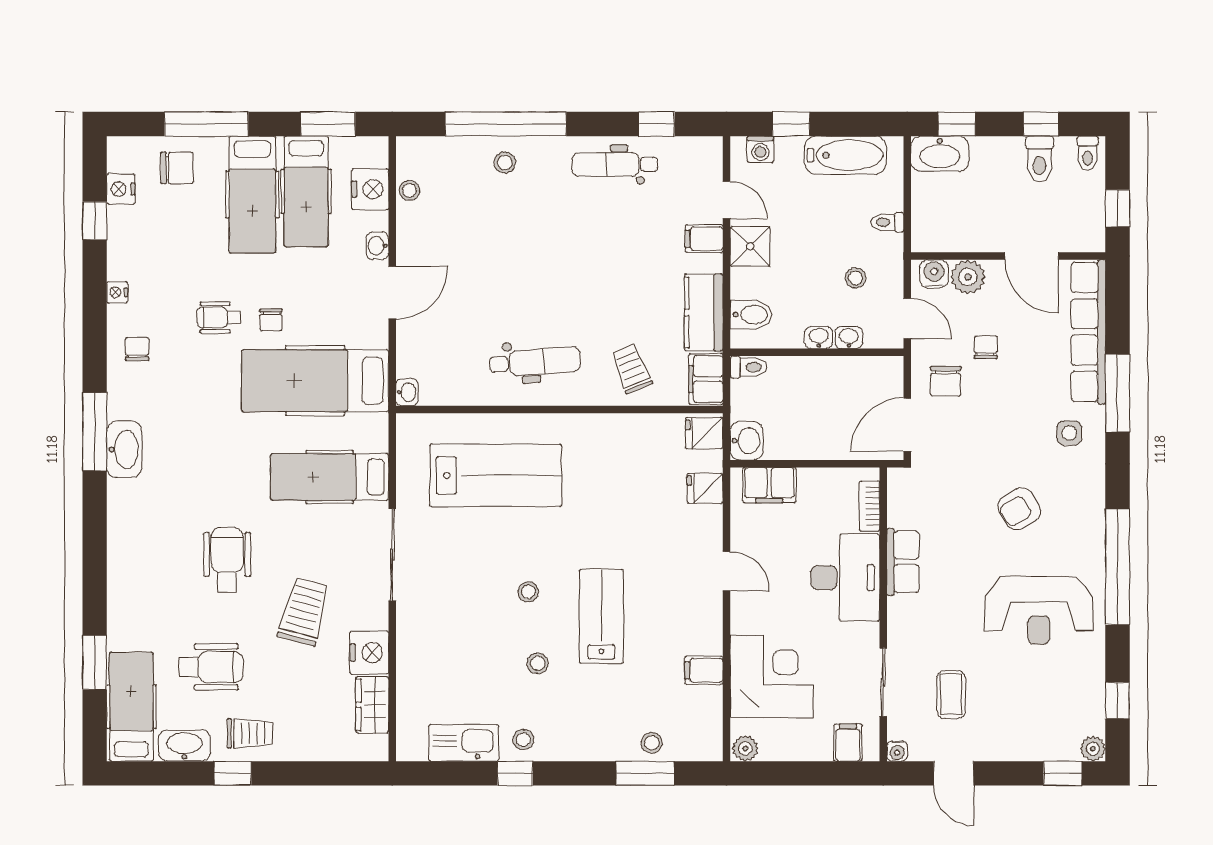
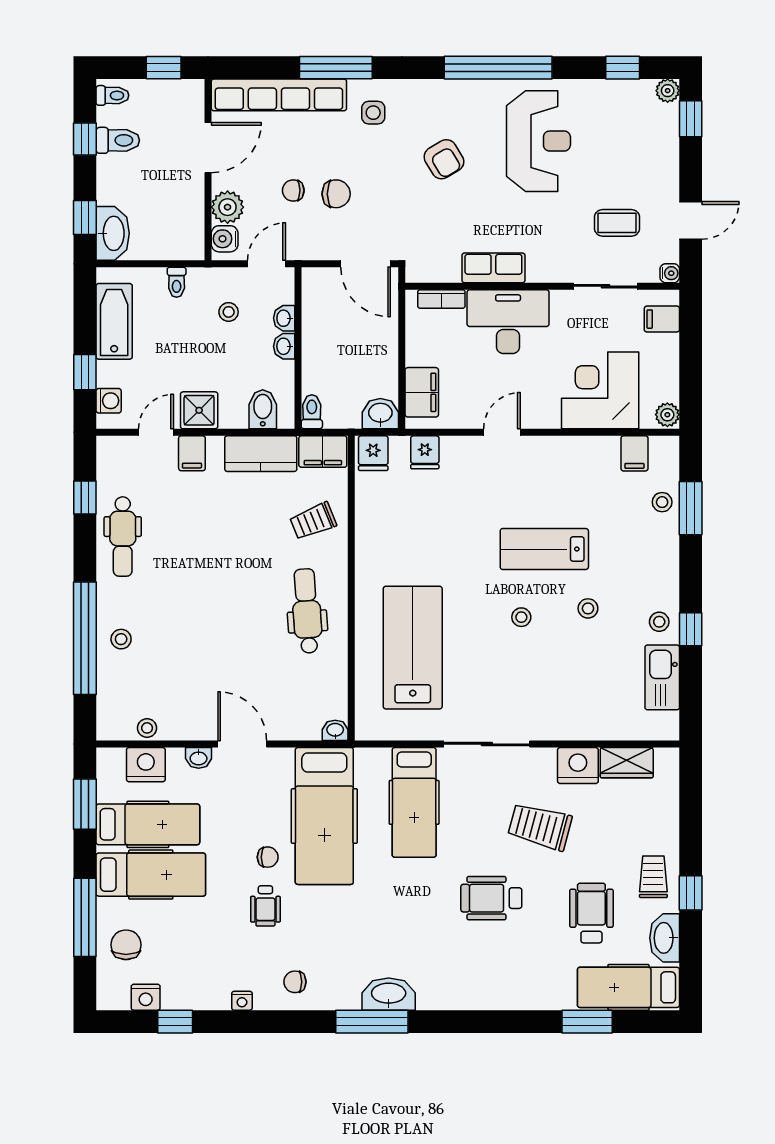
chair: (946, 381) -> (336, 194), moved
filing cabinet: (704, 670) -> (634, 453), moved

